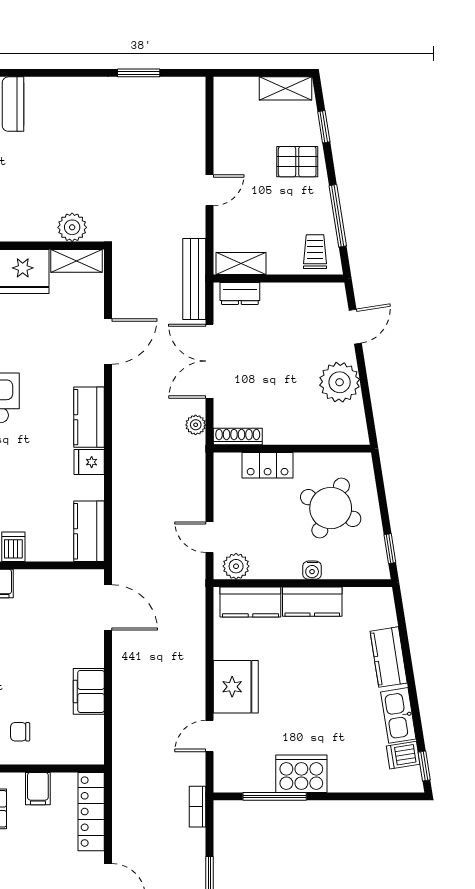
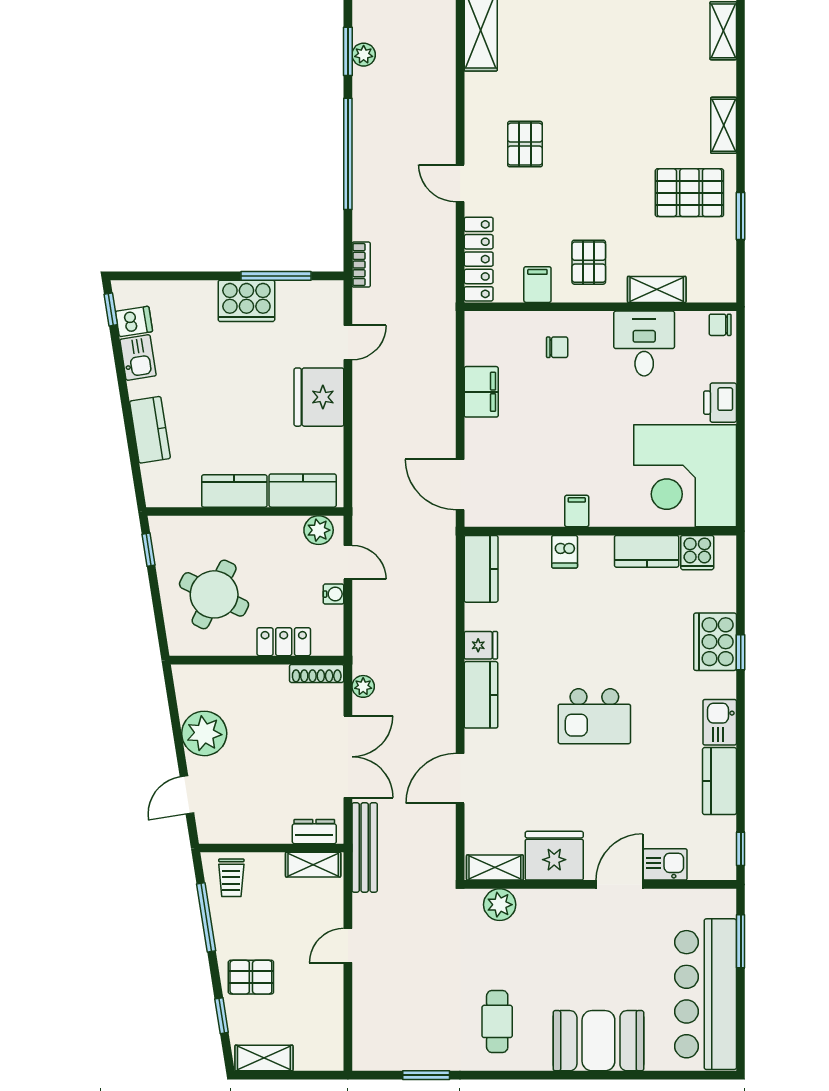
cafe table: (74, 122) -> (497, 1021), added
water cooler: (312, 570) -> (334, 594), moved, turned 90
kitchen sink: (398, 715) -> (138, 358), width x0.73

